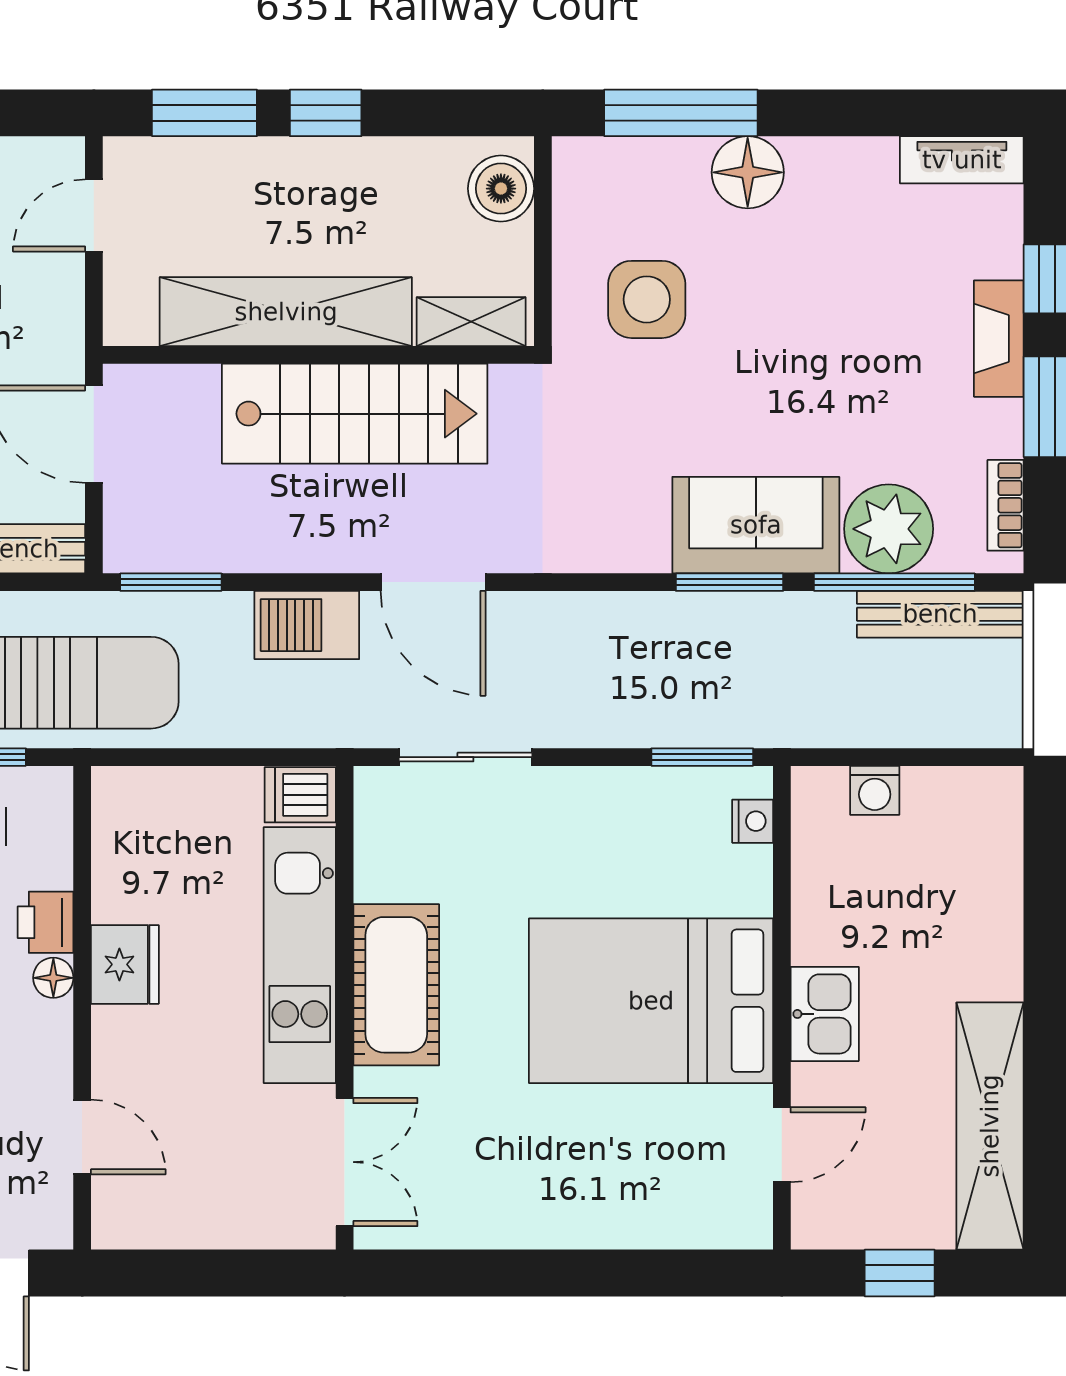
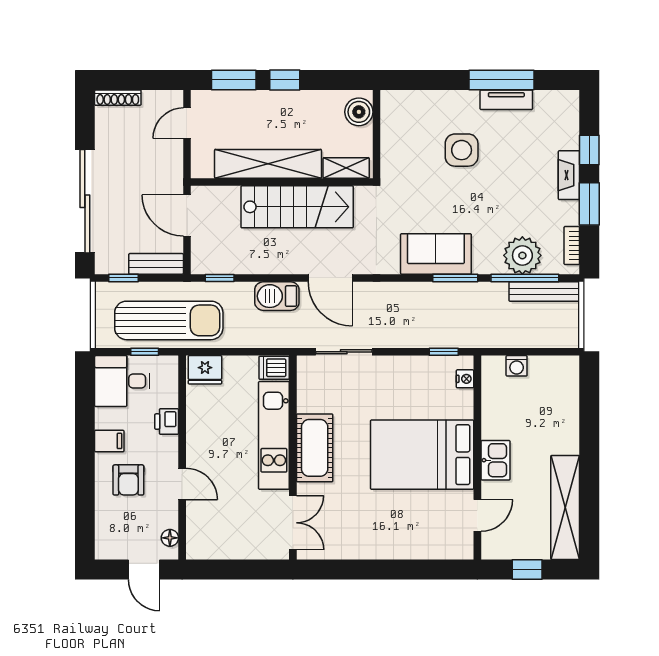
window: (681, 113) -> (501, 80), moved
tv unit: (962, 160) -> (506, 100), moved
floor lamp: (748, 172) -> (463, 105), removed
side table: (647, 299) -> (462, 150), moved
sofa: (756, 525) -> (436, 254), moved
window: (171, 582) -> (220, 278), width x0.67
window: (702, 757) -> (444, 352), width x0.67
fridge: (125, 964) -> (205, 370), moved, turned 90
floor lamp: (53, 978) -> (170, 538), moved
door: (82, 1137) -> (182, 484), moved

